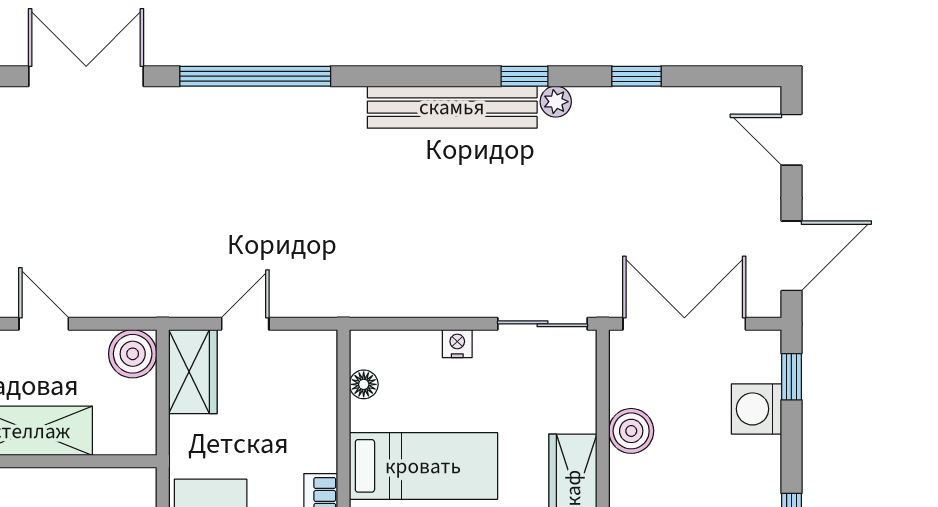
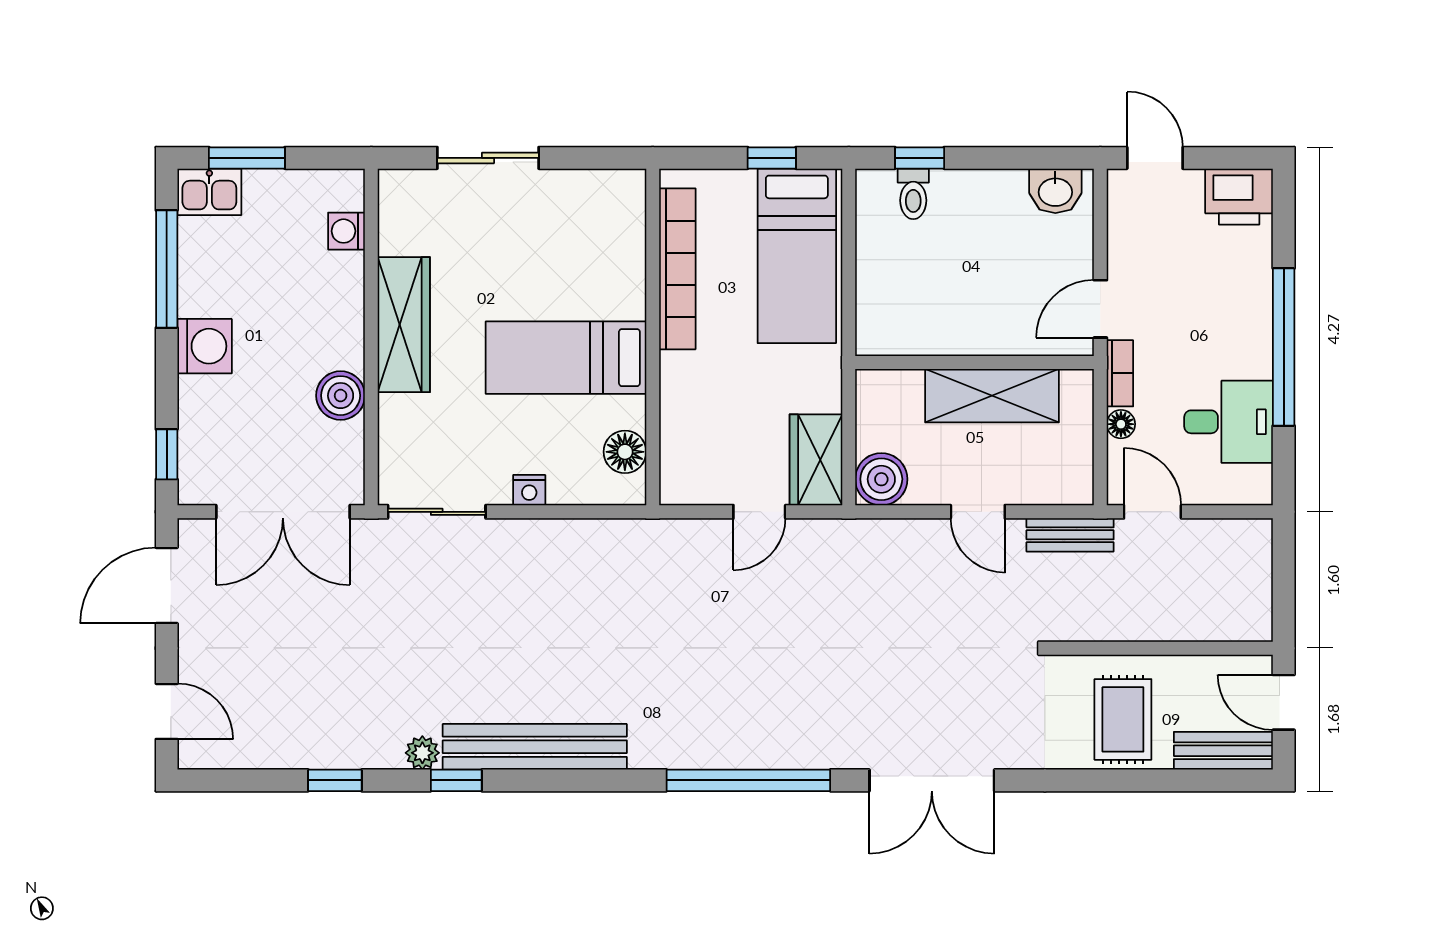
floor lamp: (364, 384) -> (625, 452), width x1.37, depth x1.37
washing machine: (757, 409) -> (205, 346), moved

